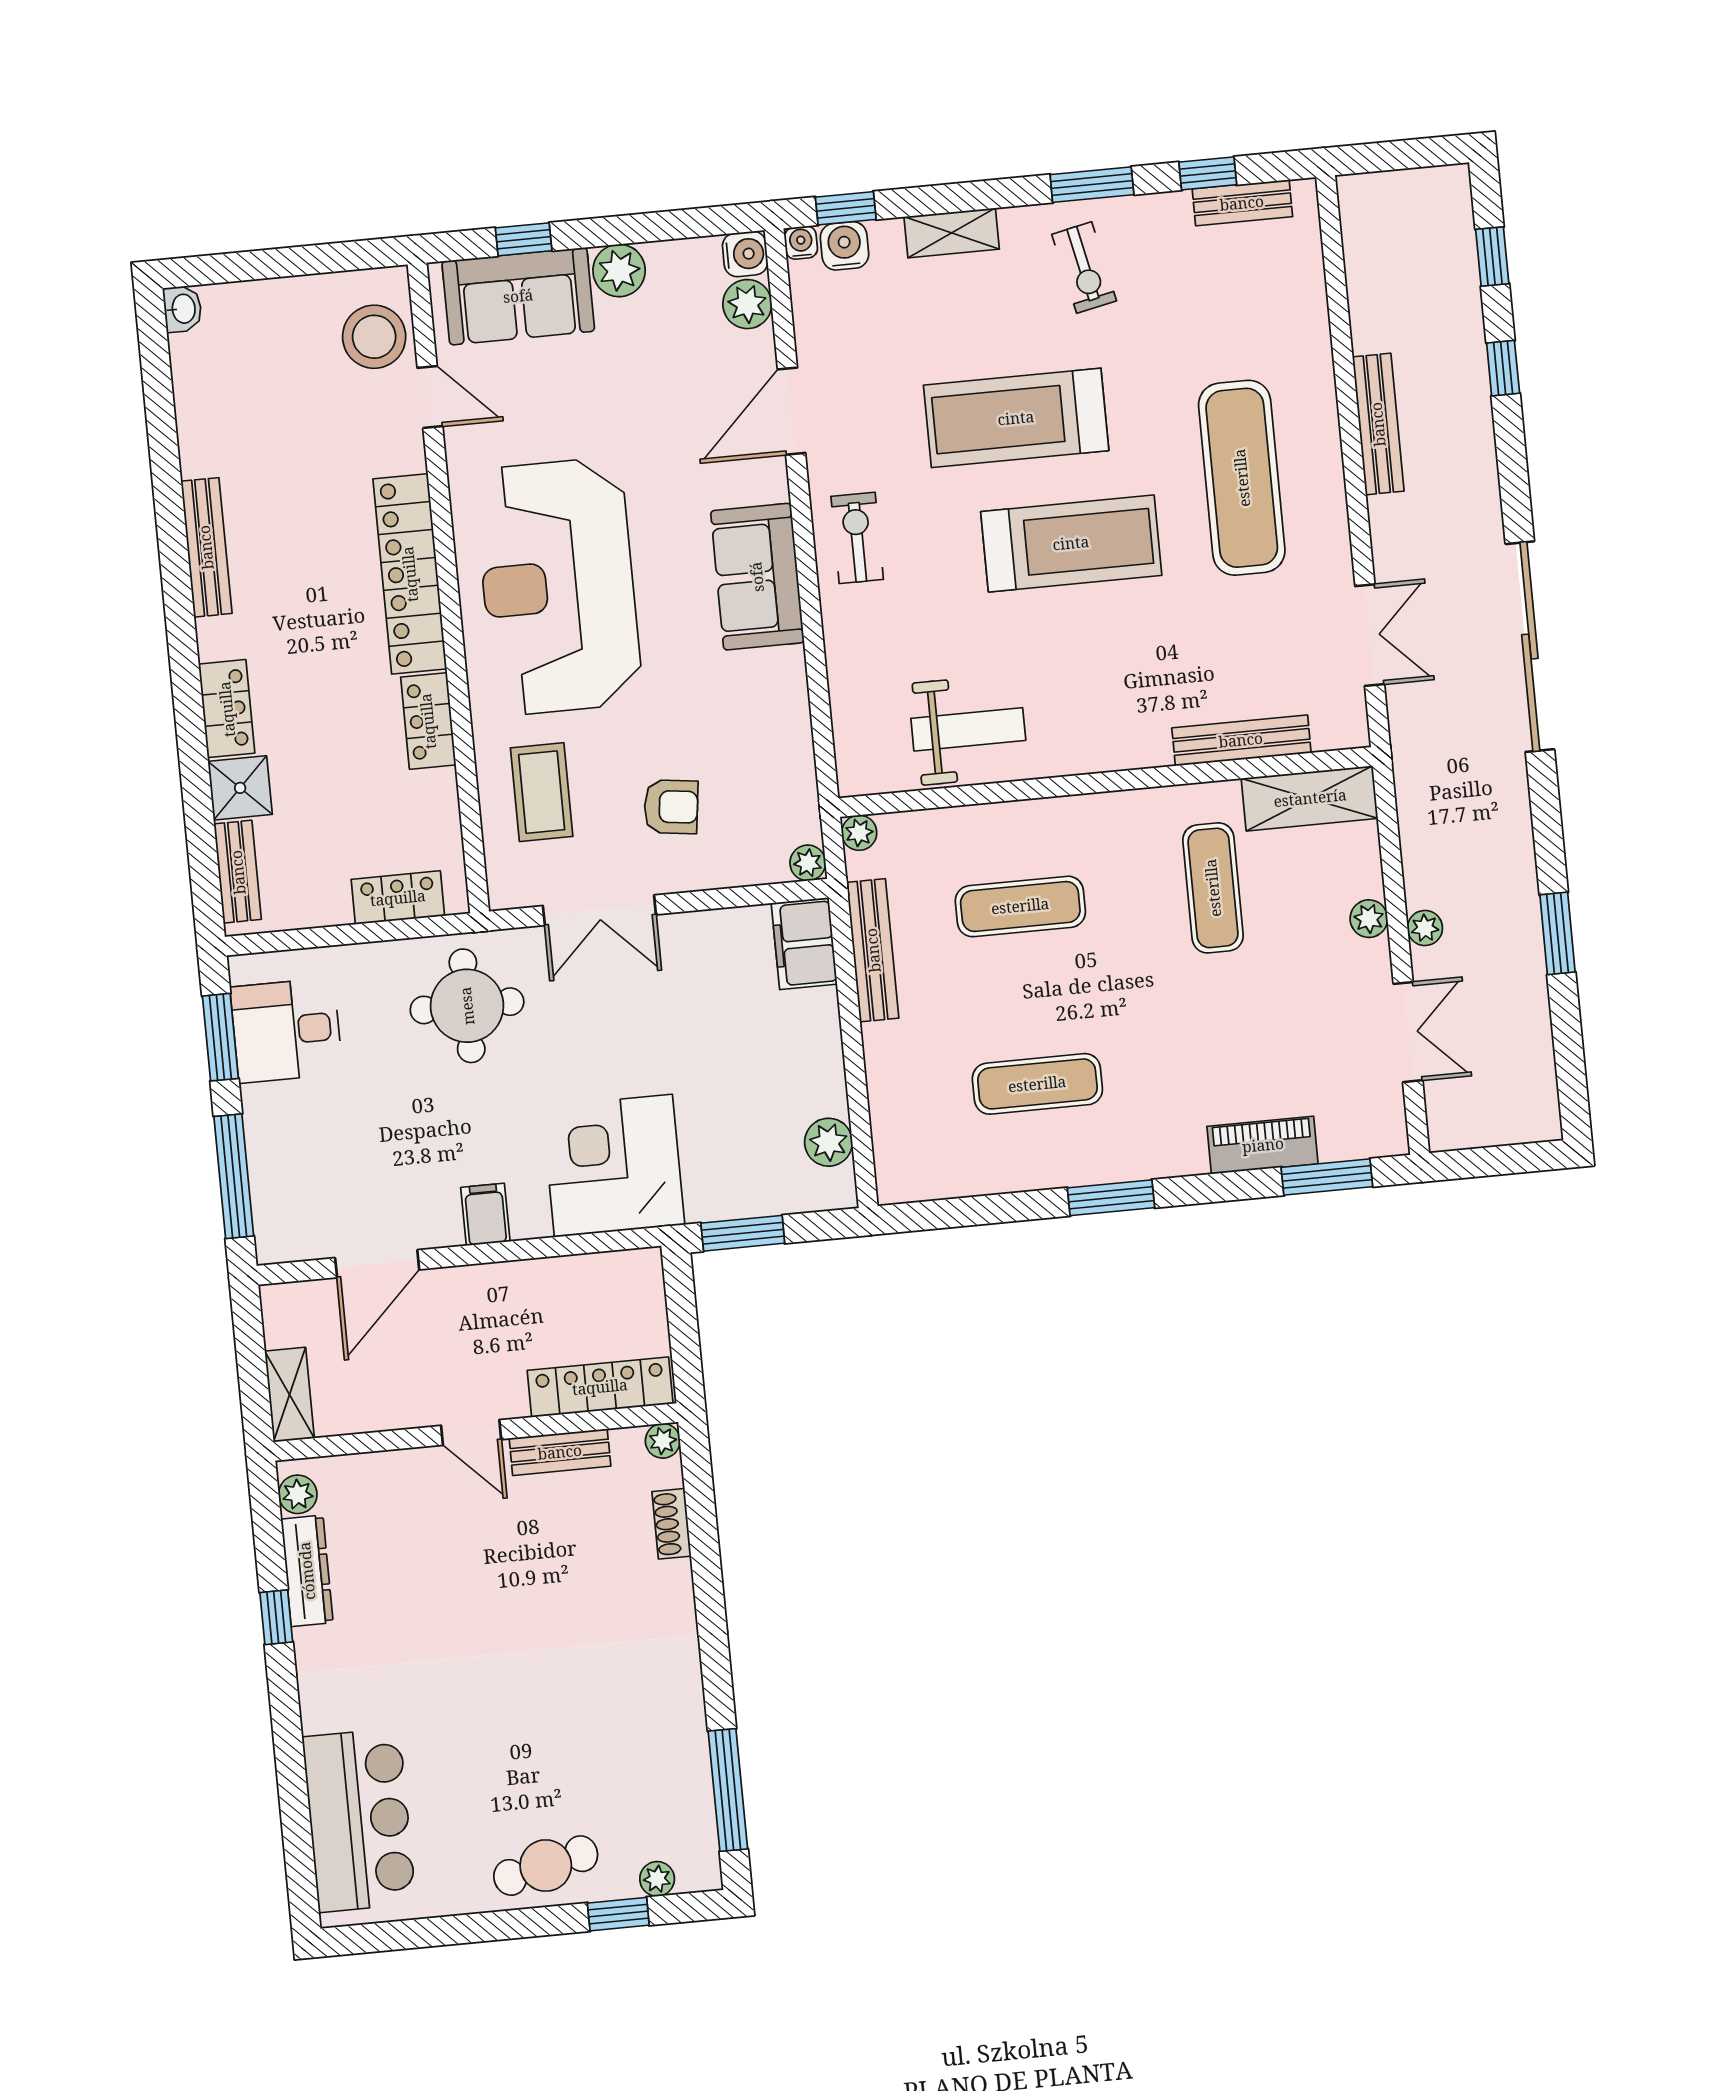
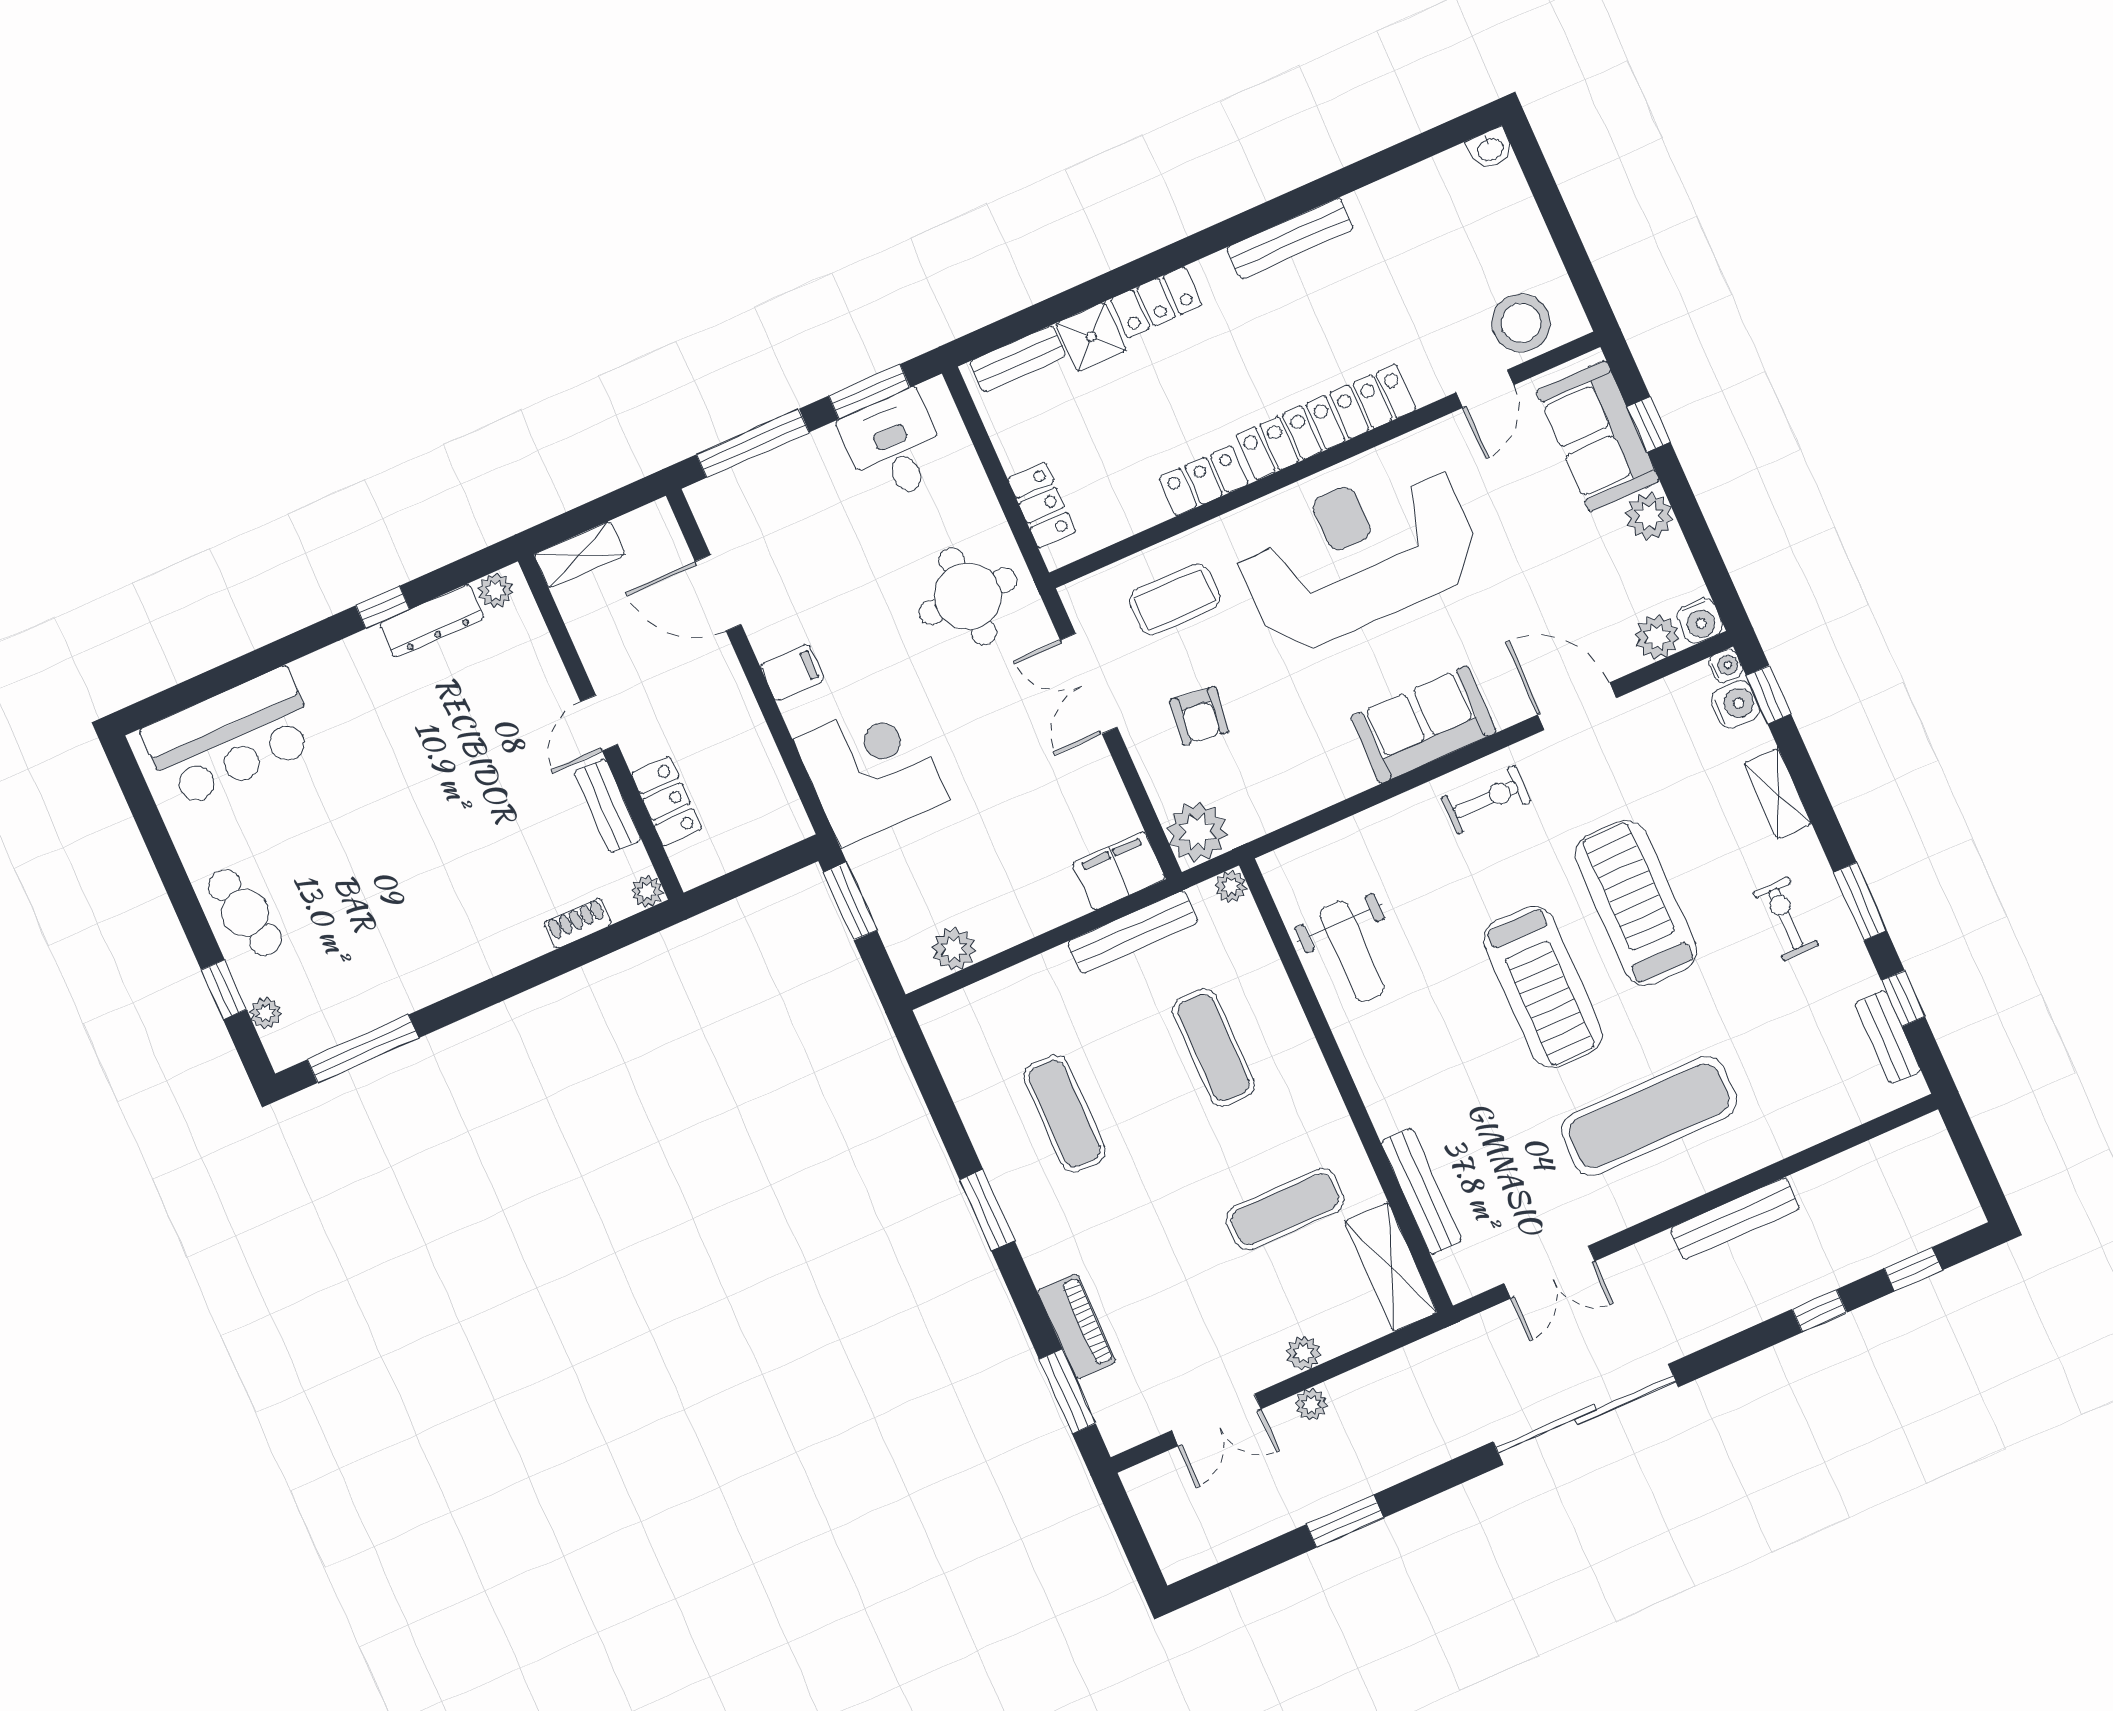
exercise bike: (1084, 268) -> (1786, 919), turned 102
plant: (808, 863) -> (1197, 832), width x1.88, depth x1.88
locker: (600, 1387) -> (667, 801), width x0.66

